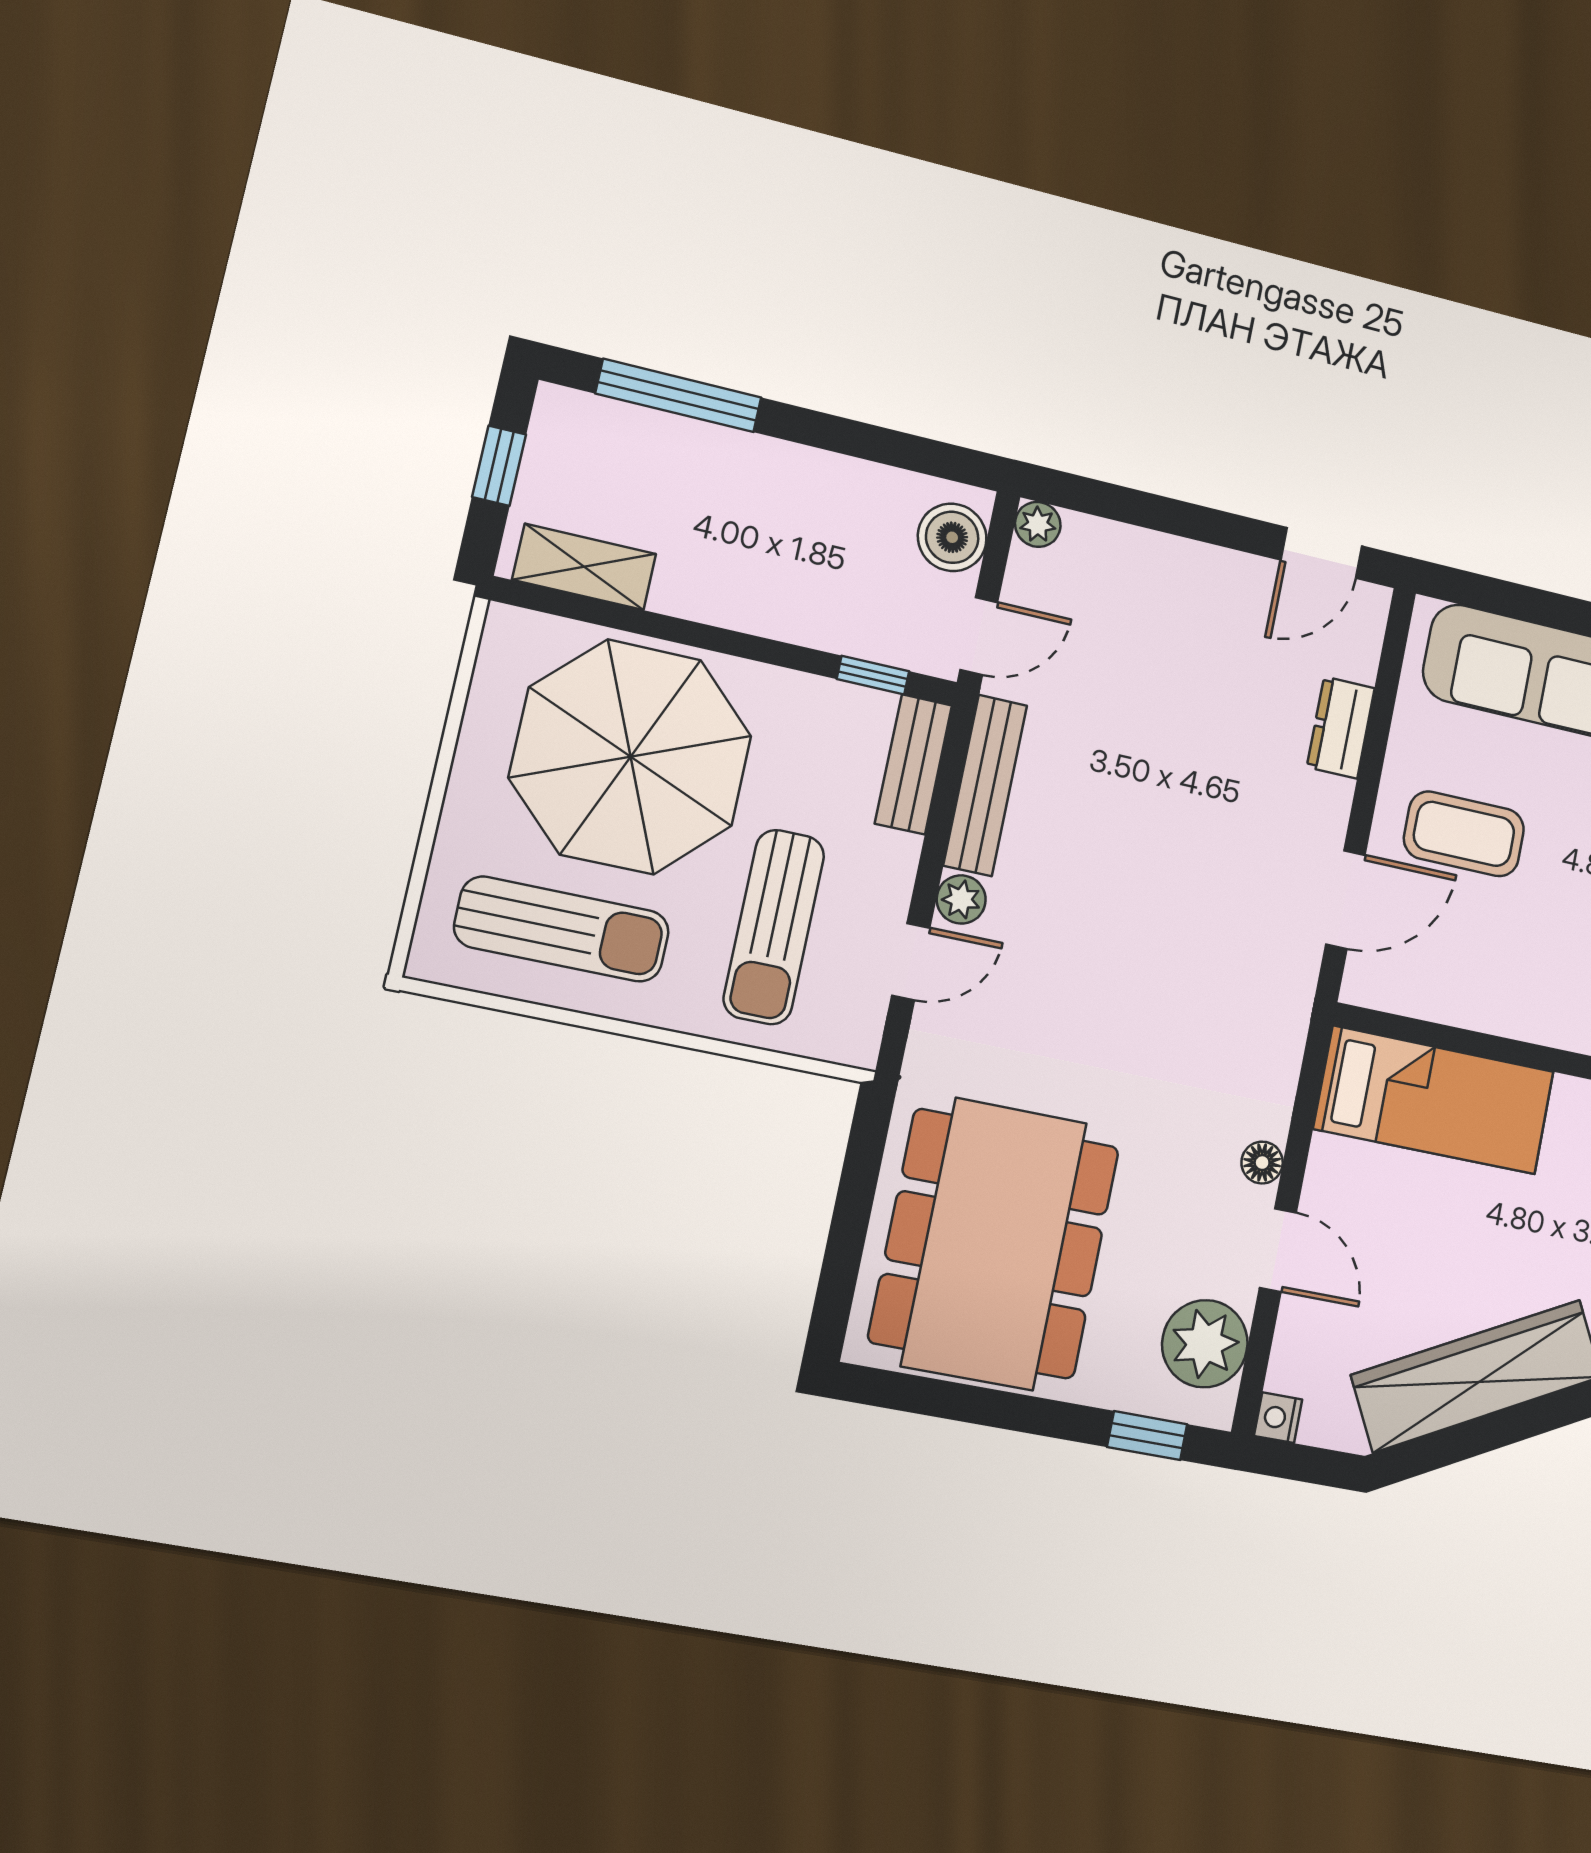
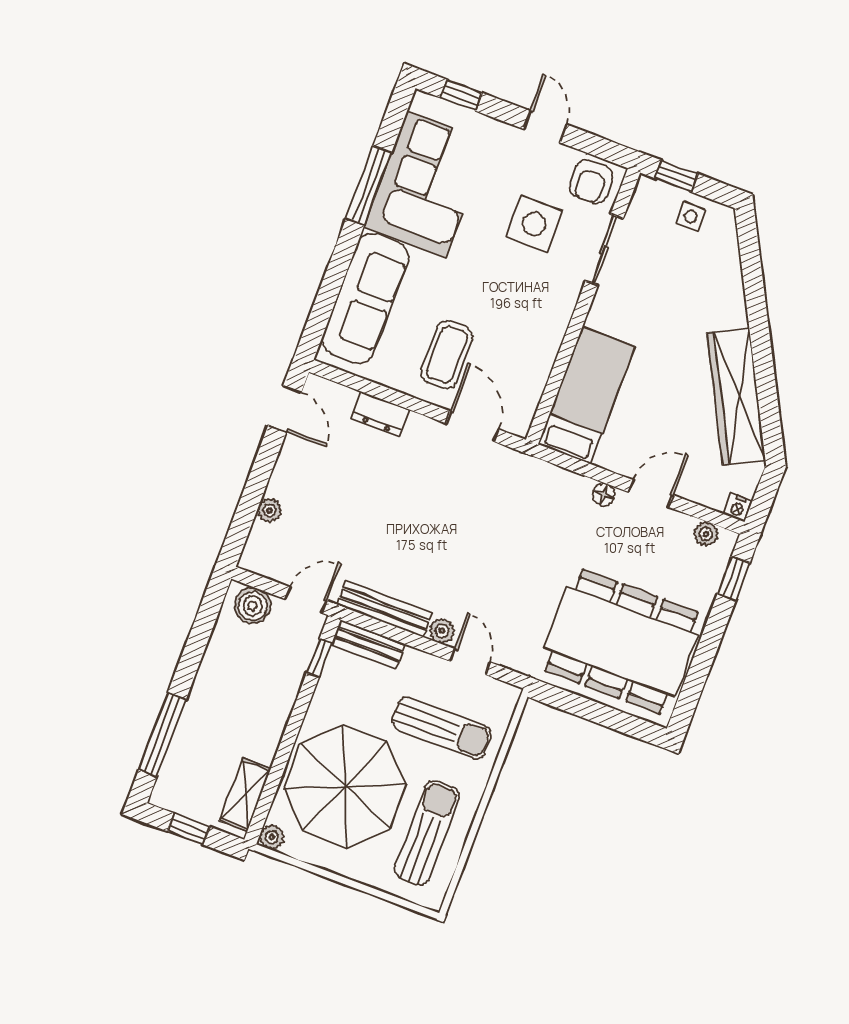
plant: (1038, 524) -> (270, 510), moved
plant: (507, 629) -> (272, 837), added
door: (979, 636) -> (306, 600), hinge flipped
plant: (1205, 1344) -> (706, 534), width x0.53, depth x0.53

